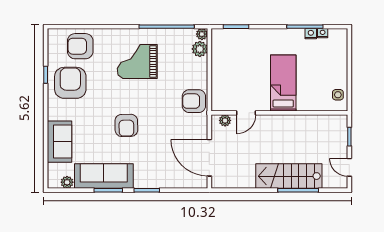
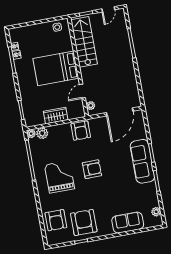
grand piano: (137, 62) -> (60, 177), turned 180
wardrobe: (220, 71) -> (56, 116), added
armchair: (70, 83) -> (84, 222), turned 90
bed: (283, 83) -> (56, 68), width x1.50
door: (246, 113) -> (82, 91), swing flipped
armchair: (126, 125) -> (92, 169), moved
sofa: (104, 176) -> (142, 161), moved
stairs: (289, 176) -> (84, 42), moved, turned 180

